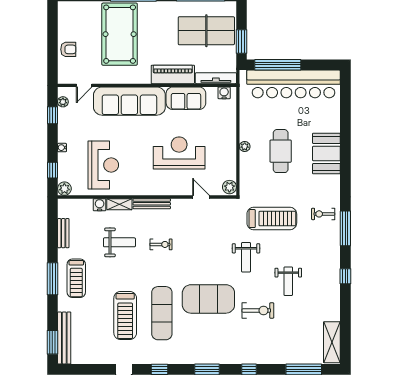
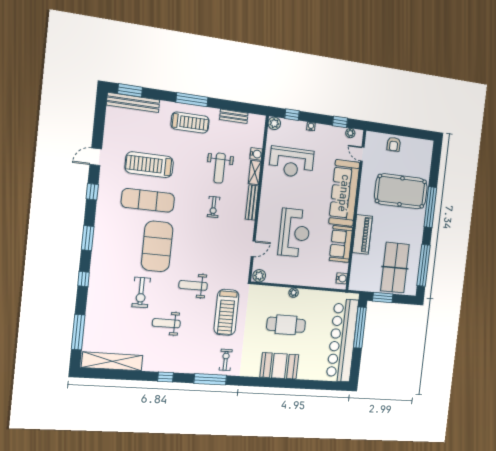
tv unit: (216, 78) -> (355, 272), removed
treadmill: (76, 278) -> (190, 123), turned 180
shelving: (332, 342) -> (112, 361), width x1.47

